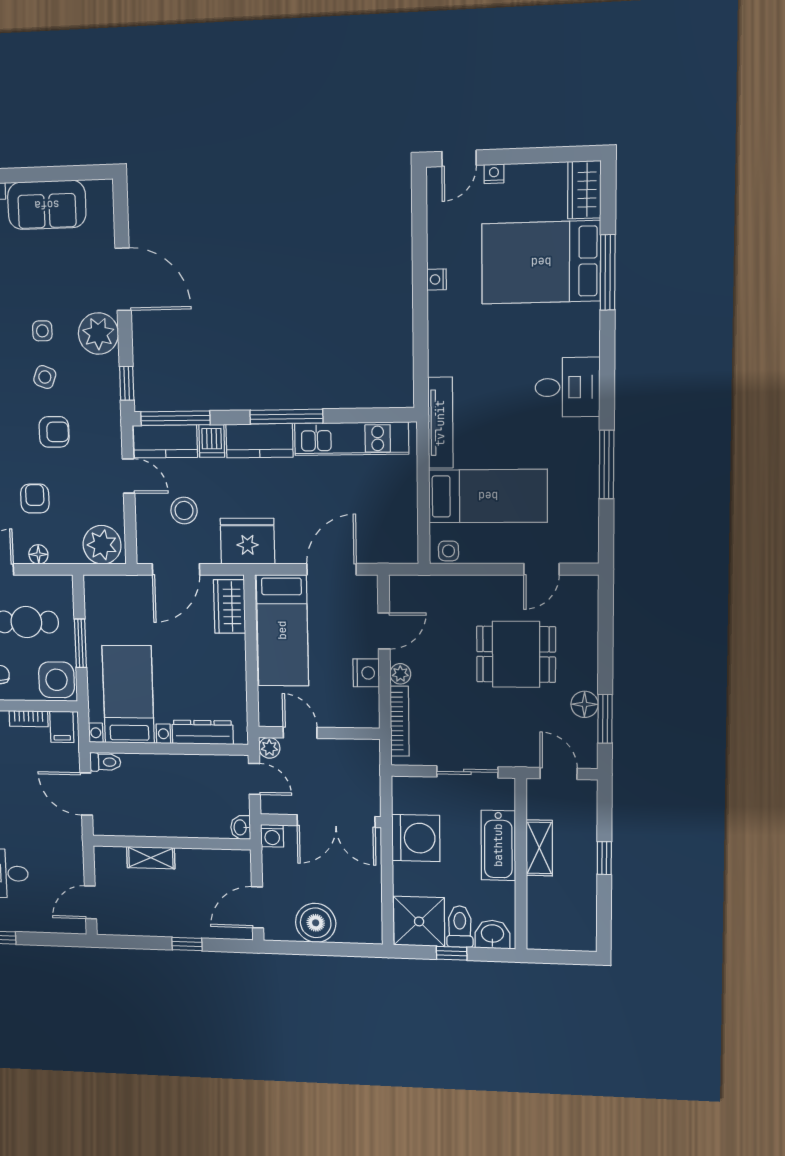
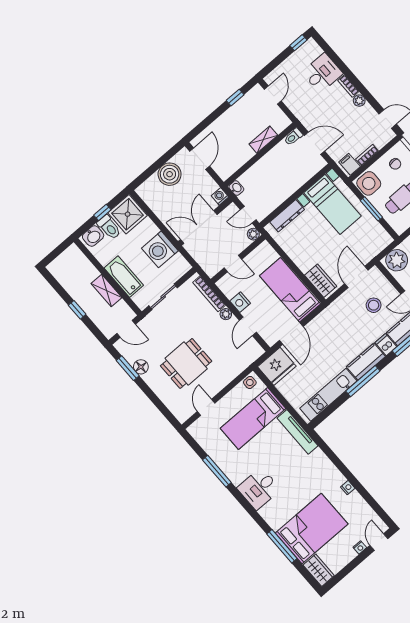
fridge: (247, 541) -> (277, 366), moved
door: (300, 733) -> (233, 264), moved
toilet: (105, 762) -> (293, 137), moved
window: (187, 944) -> (235, 97), moved

